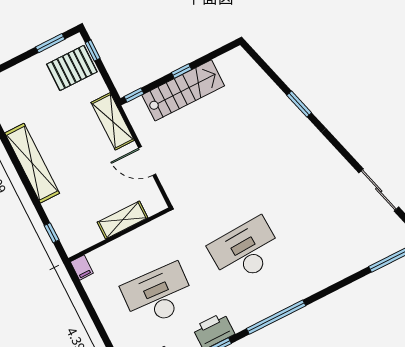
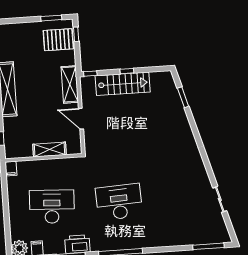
window: (299, 104) -> (183, 97), moved
sliding door: (379, 190) -> (220, 199), width x0.73

